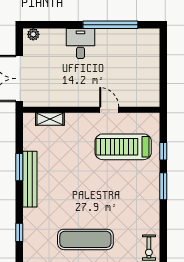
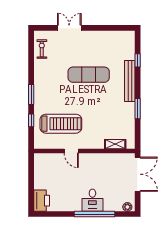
window: (110, 25) -> (95, 214), moved
printer: (149, 43) -> (42, 201), added
bench: (30, 179) -> (130, 81), moved
exercise mat: (85, 239) -> (89, 75), moved

